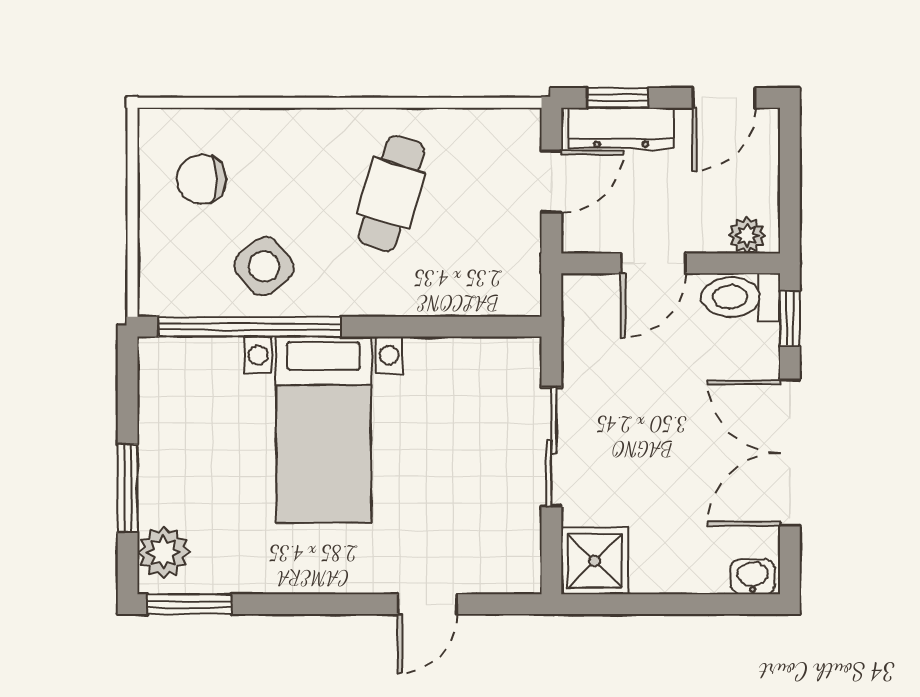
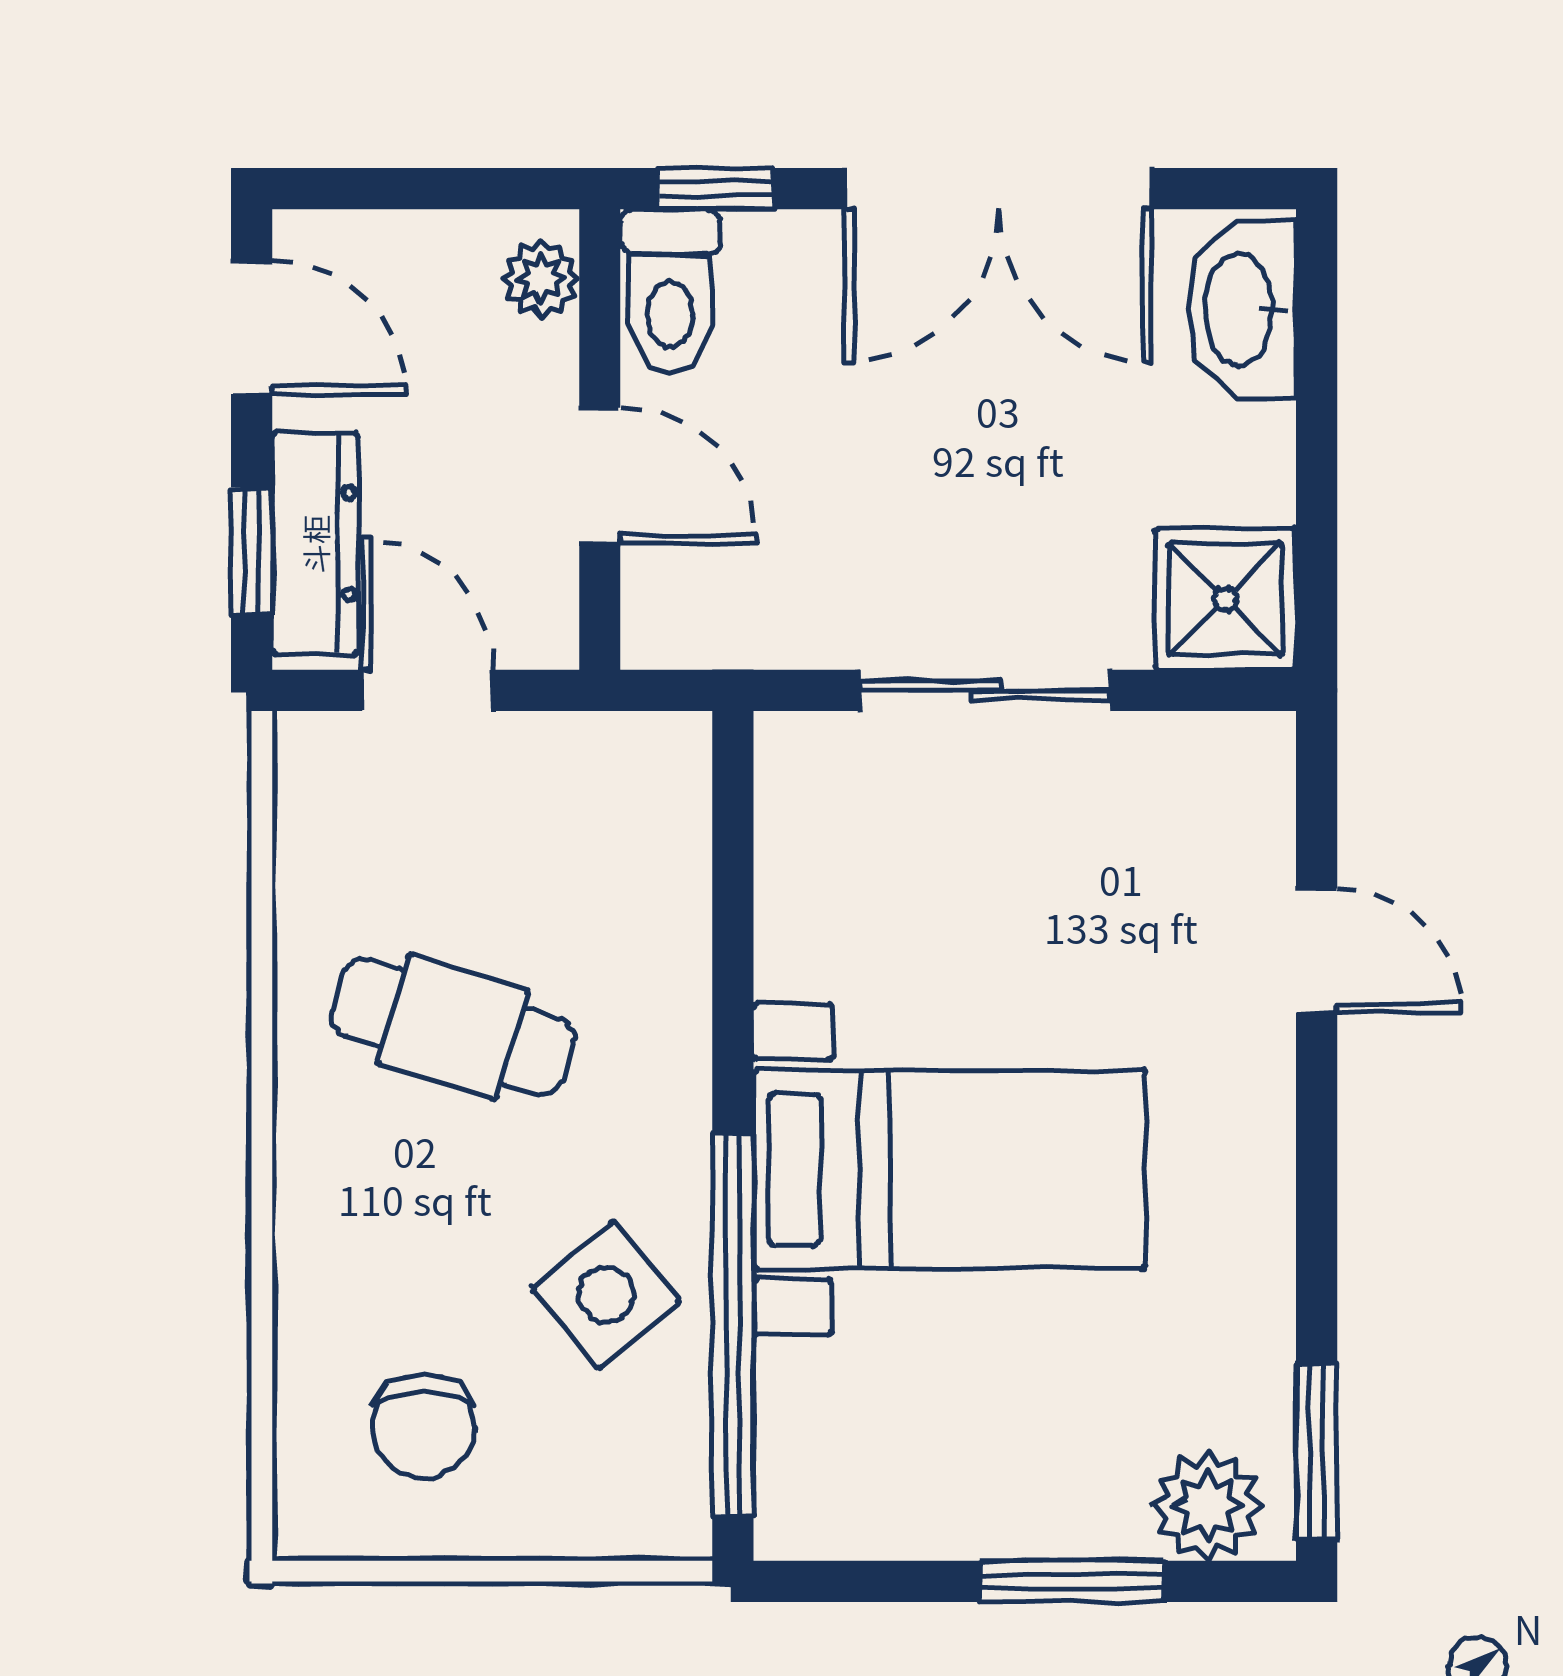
washbasin: (753, 577) -> (1242, 309), width x1.91, depth x1.45

